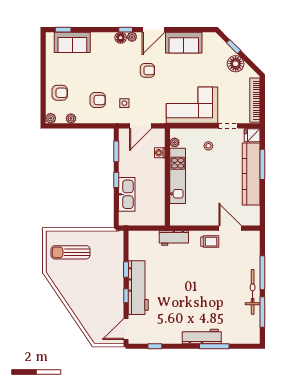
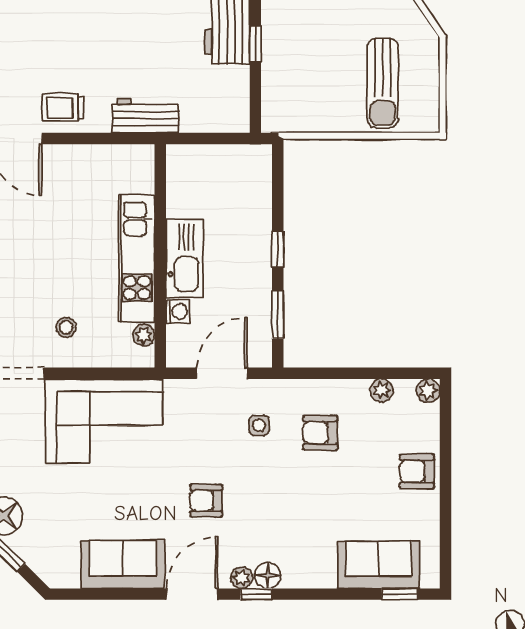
armchair: (60, 93) -> (417, 471), moved
kitchen sink: (127, 194) -> (185, 258), moved, turned 180
sun lounger: (71, 252) -> (383, 83), turned 90

